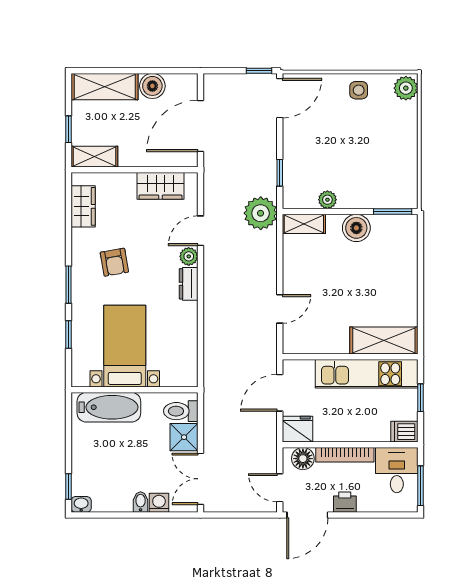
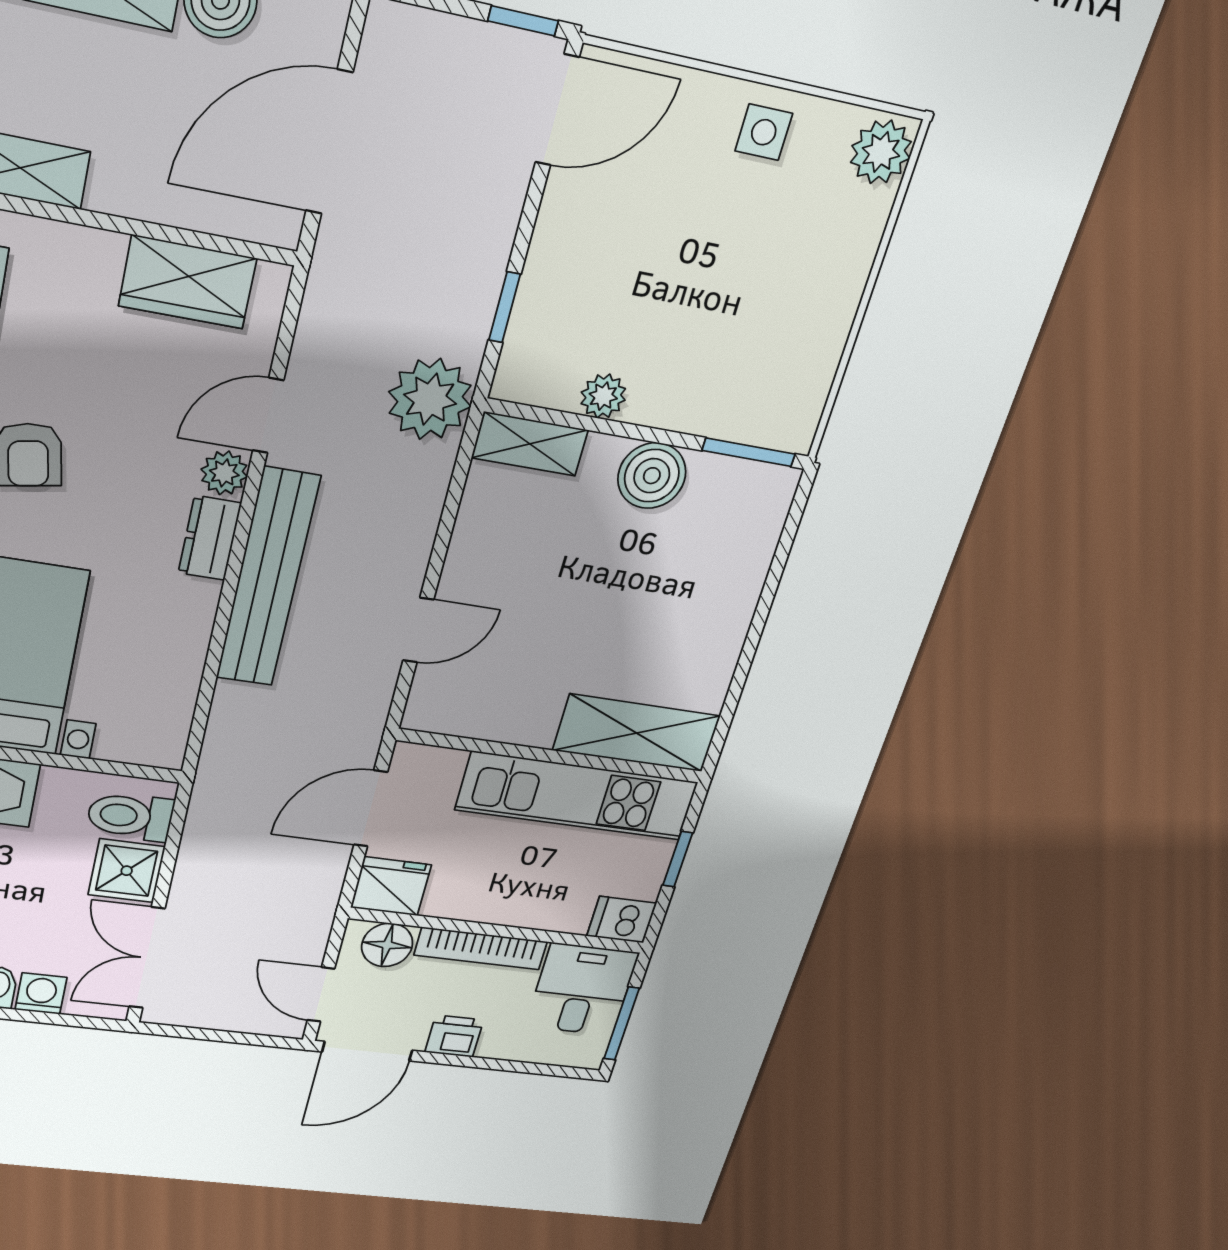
bench: (215, 297) -> (268, 578), added

